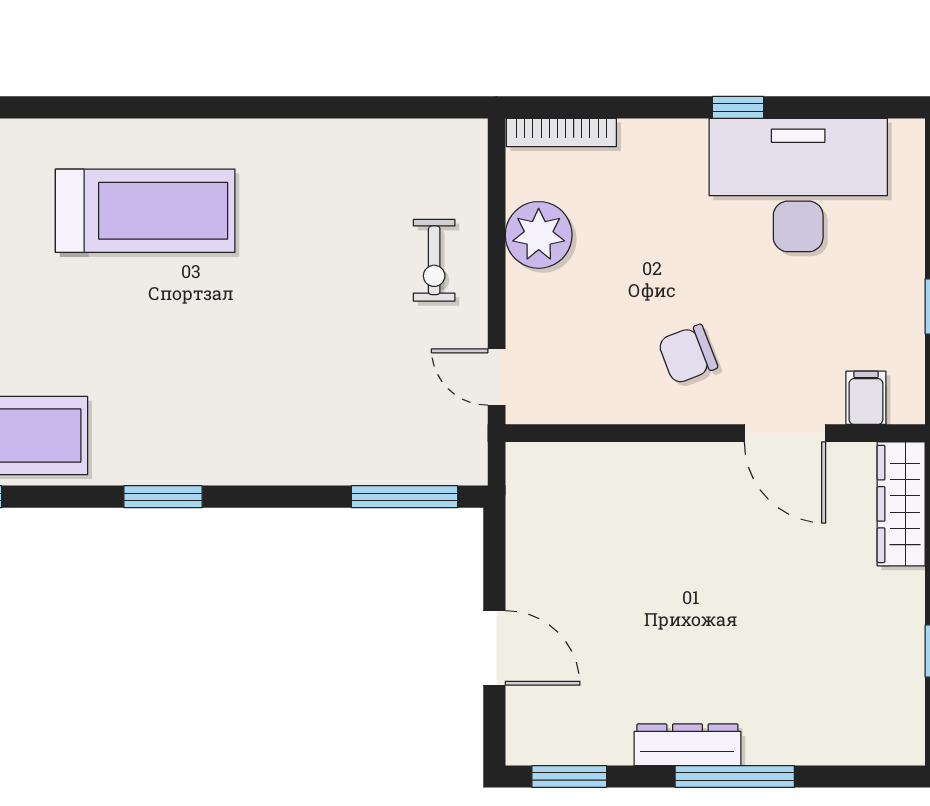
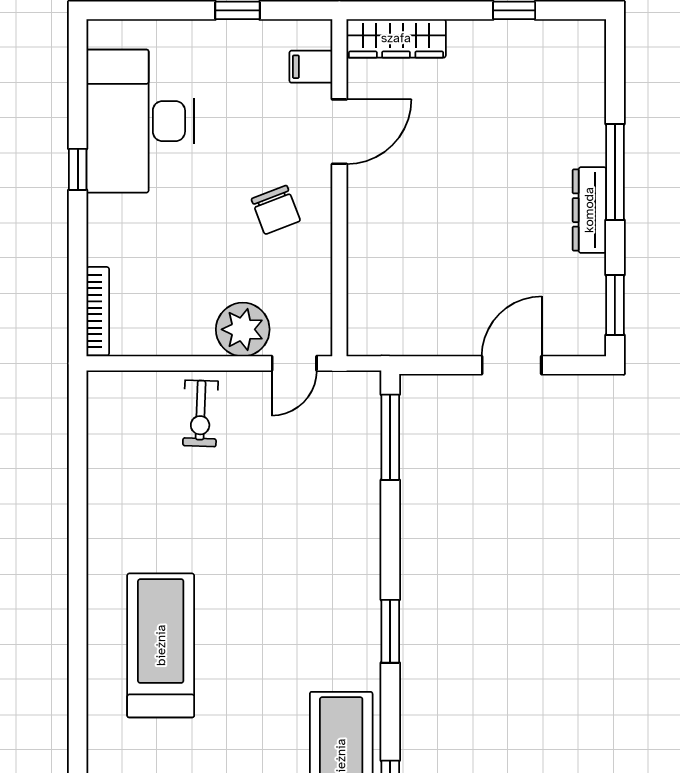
plant: (539, 235) -> (243, 329), moved
exercise bike: (434, 260) -> (200, 413), turned 92

